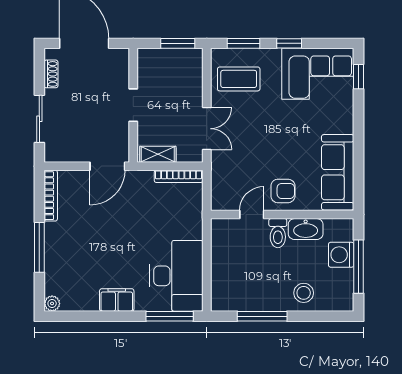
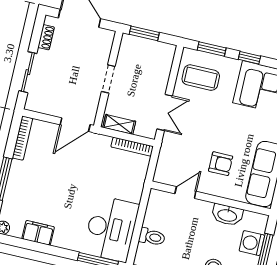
window: (178, 43) -> (144, 33), moved
armchair: (283, 191) -> (221, 164), moved
toilet: (278, 233) -> (152, 237), moved, turned -90
filing cabinet: (117, 300) -> (38, 233), moved

